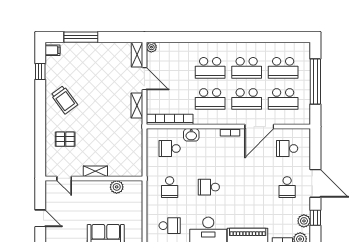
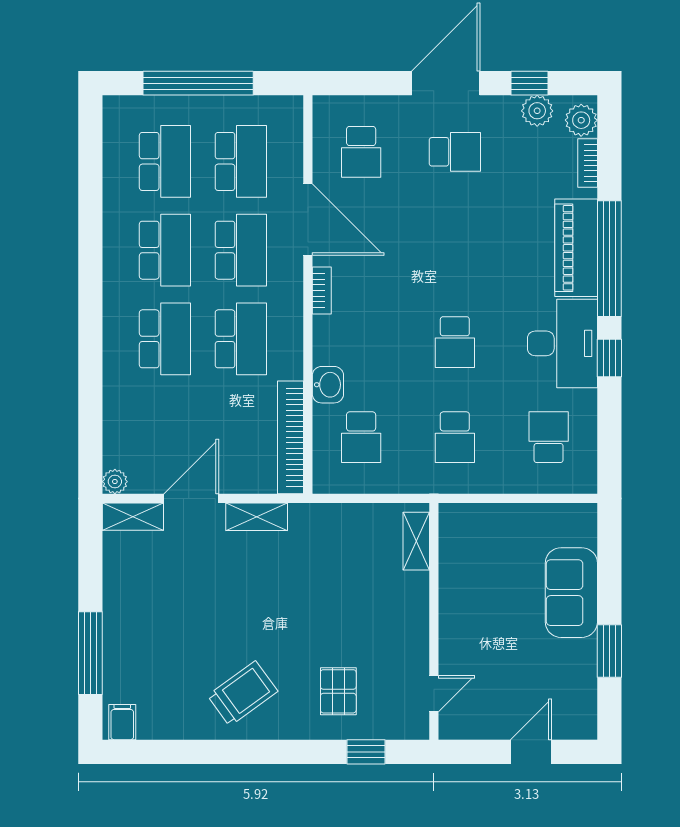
window: (40, 71) -> (366, 752), moved
shelving: (95, 171) -> (416, 541), moved
plant: (117, 187) -> (454, 566), removed
school desk: (170, 187) -> (455, 437), turned 90

